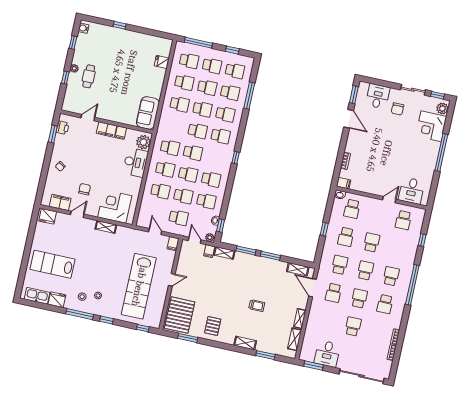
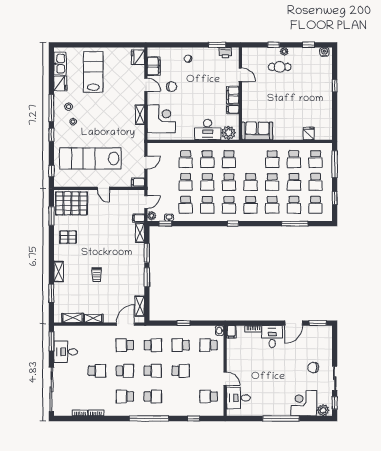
desk: (378, 96) -> (272, 337), moved, turned -90
school desk: (179, 218) -> (229, 205), moved

